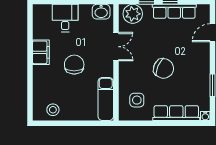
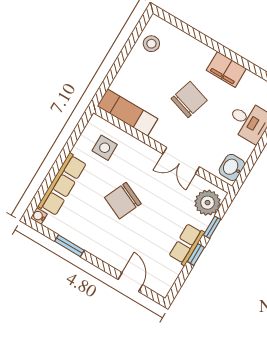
row of seats: (174, 11) -> (187, 244), width x0.68
chair: (74, 65) -> (189, 100), turned -73

